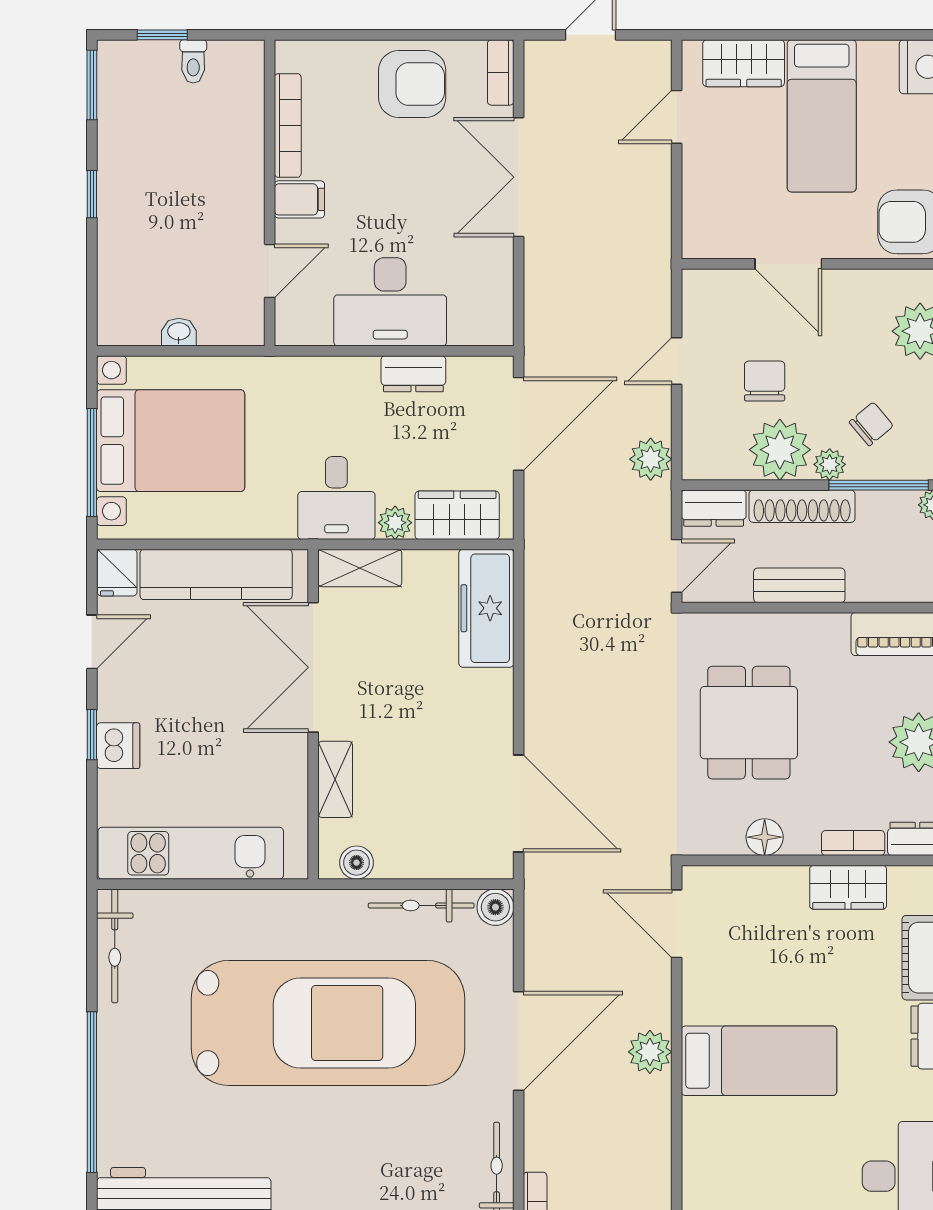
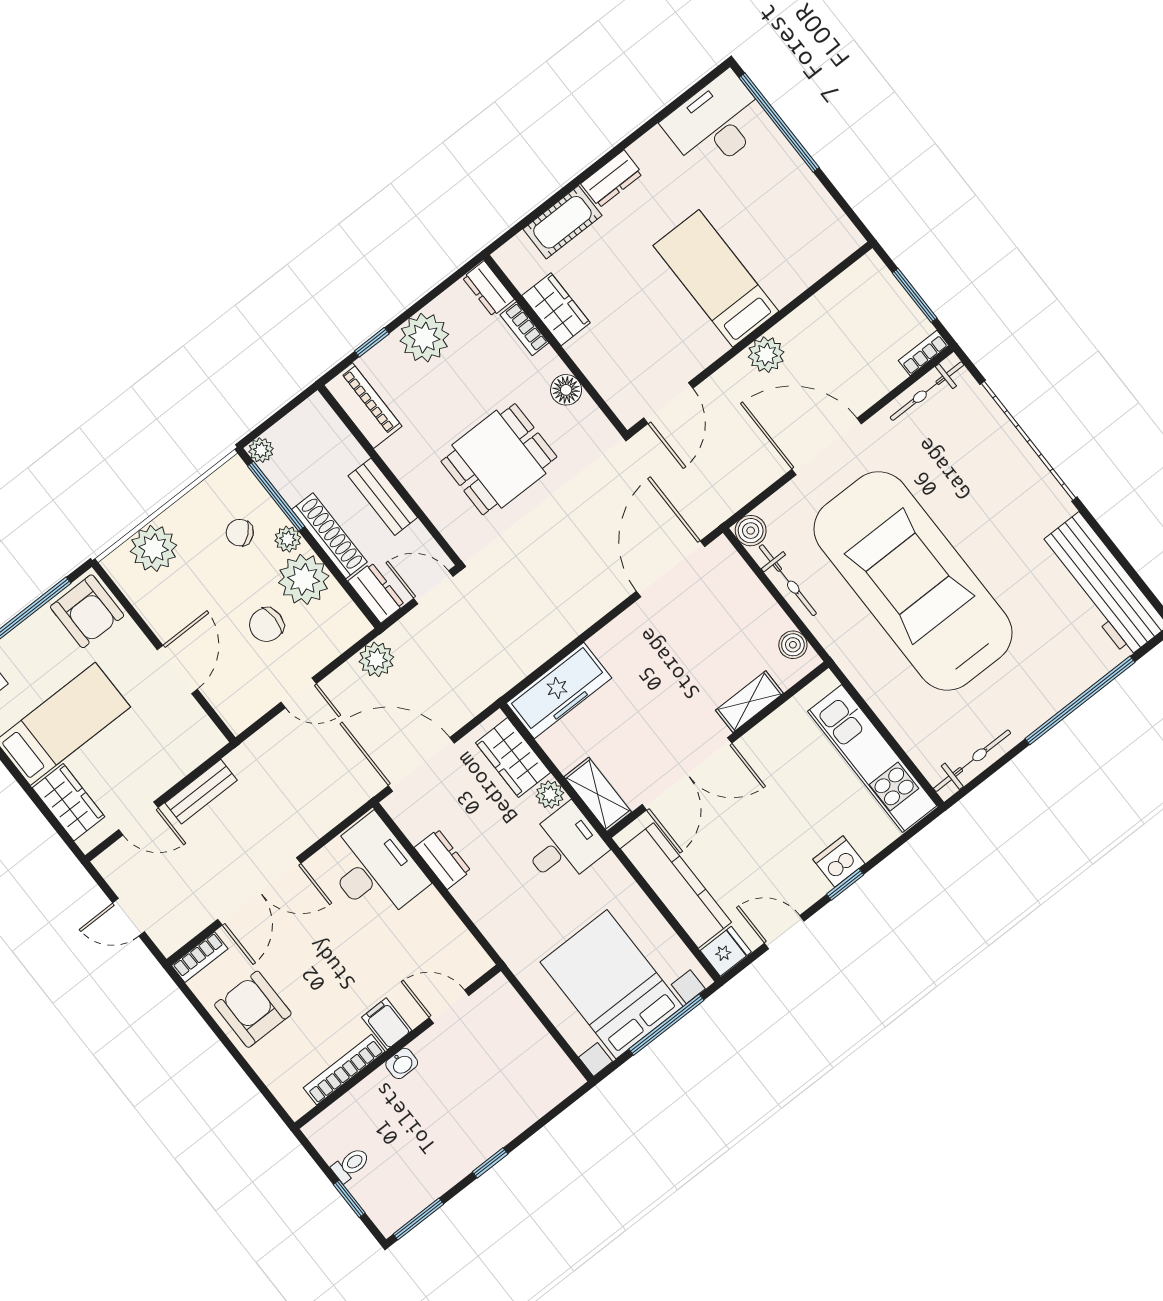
bench: (656, 196) -> (201, 792), added
desk: (390, 302) -> (374, 869), moved
washbasin: (179, 332) -> (402, 1063), moved, turned -90

